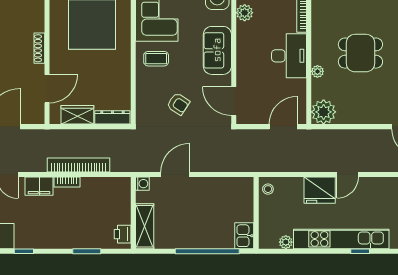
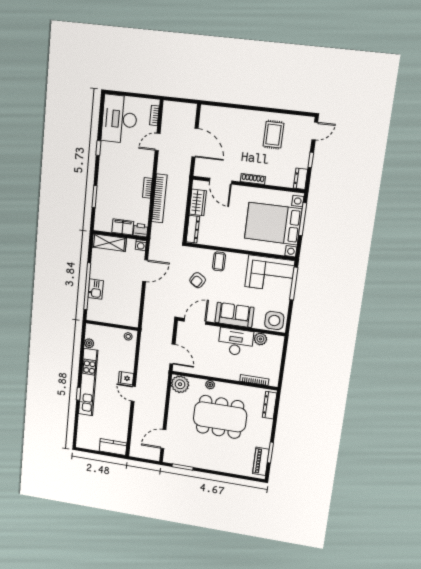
dining table: (360, 53) -> (220, 417), width x1.88, depth x1.24
desk: (289, 56) -> (236, 342), moved, turned 180
coffee table: (156, 59) -> (219, 261), moved
door: (175, 175) -> (145, 271), hinge flipped
filing cabinet: (39, 186) -> (123, 227), moved, turned 90
fridge: (320, 190) -> (126, 378), width x0.53, depth x0.75
printer: (123, 234) -> (140, 230), moved
kitchen sink: (244, 236) -> (96, 289), moved, turned 90

